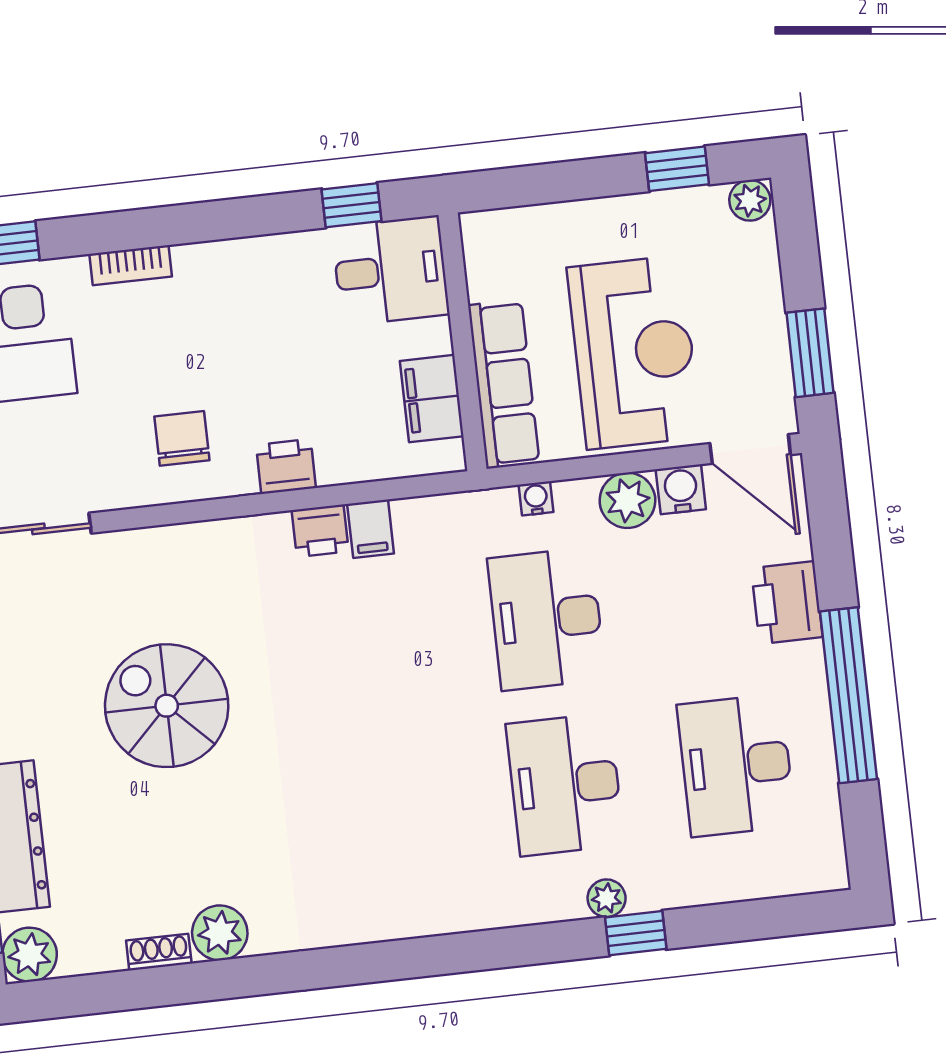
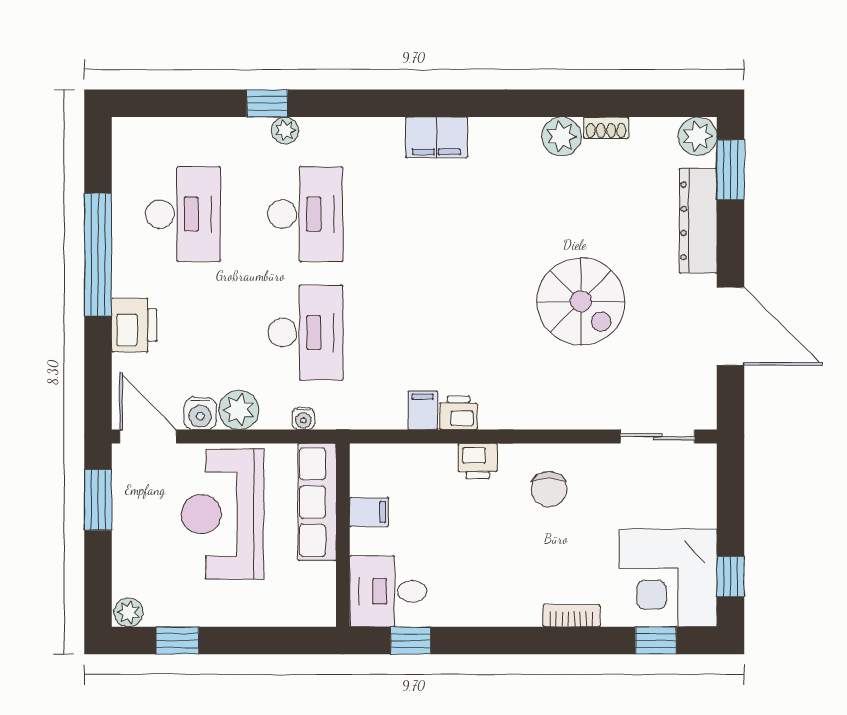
filing cabinet: (432, 399) -> (369, 512), width x0.50
filing cabinet: (394, 912) -> (436, 137), added

